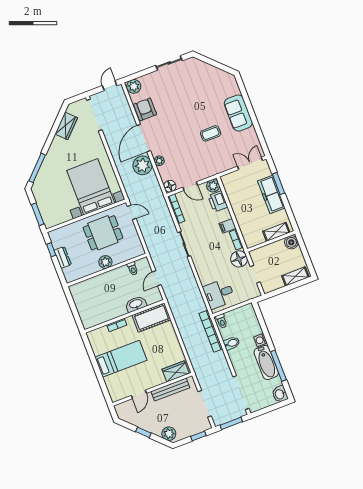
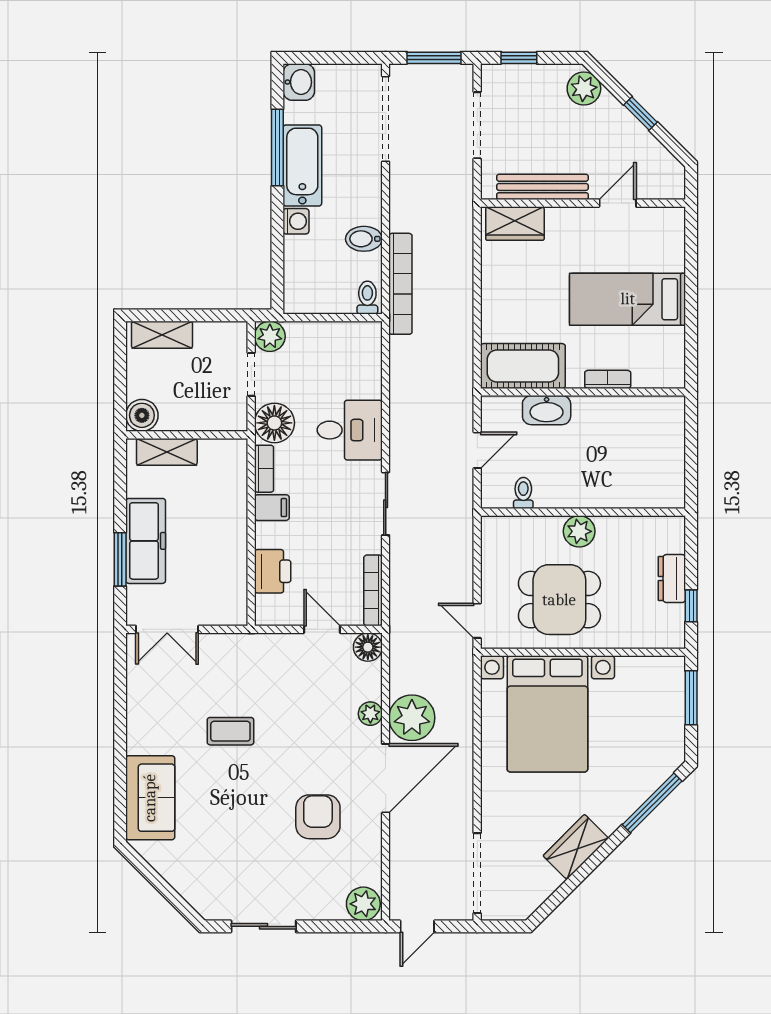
armchair: (145, 109) -> (318, 817), moved, turned 180
sofa: (238, 113) -> (150, 798), moved
wardrobe: (66, 126) -> (576, 847), moved
plant: (213, 186) -> (270, 336), moved
desk: (219, 294) -> (350, 430), moved

